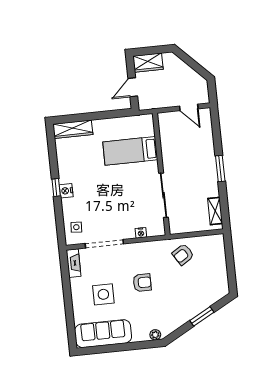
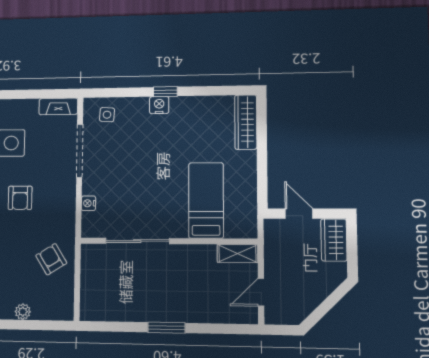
shelving: (215, 211) -> (237, 254), moved
plant: (222, 270) -> (23, 312), added

